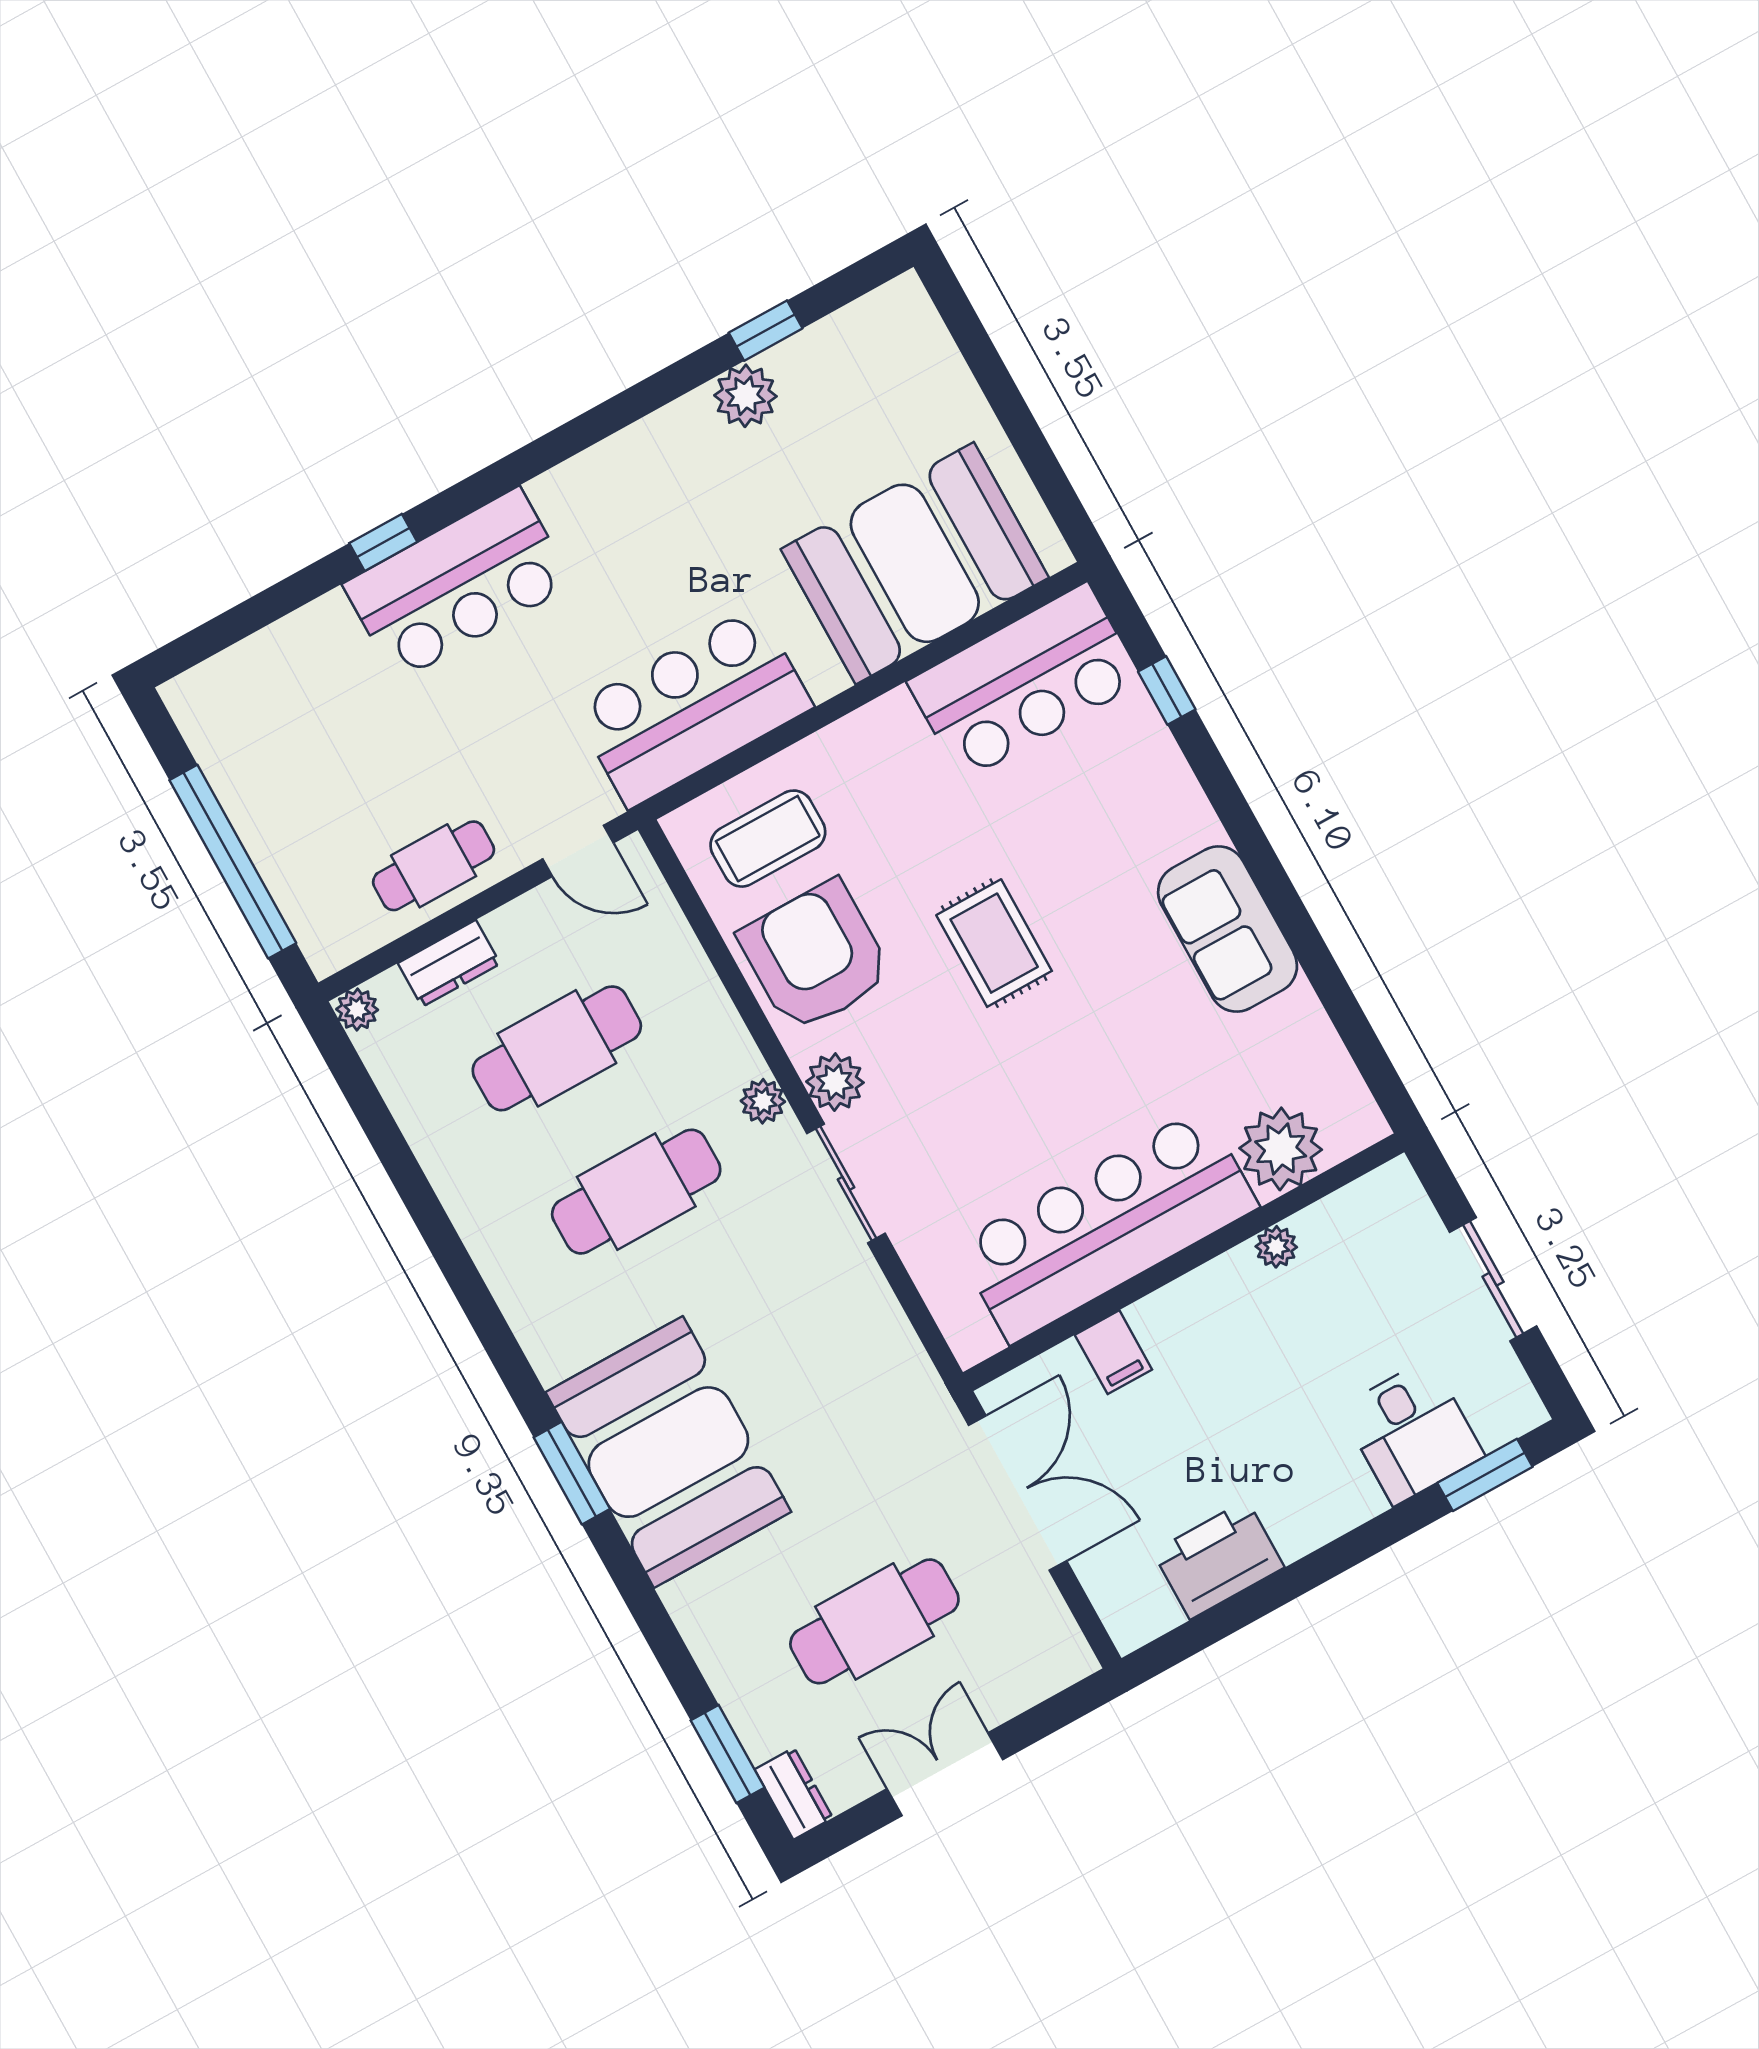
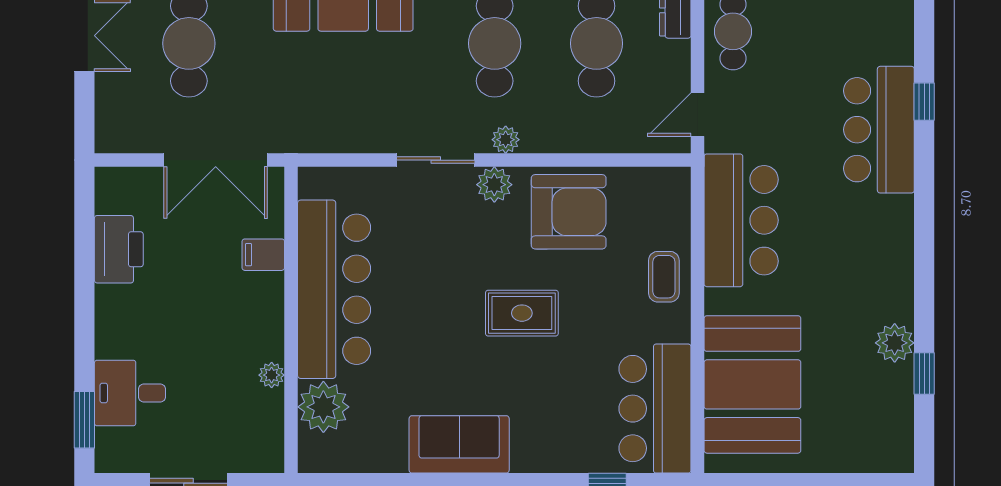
coffee table: (768, 839) -> (664, 277), moved, width x0.73, depth x0.77

